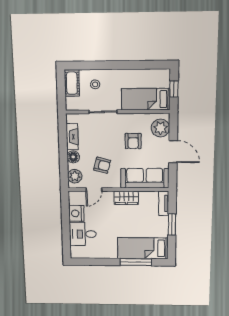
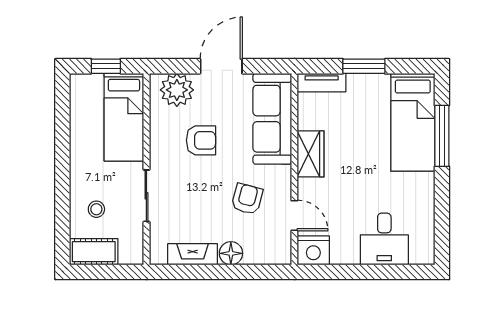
plant: (75, 176) -> (268, 251), removed
nightstand: (76, 213) -> (313, 250), moved

